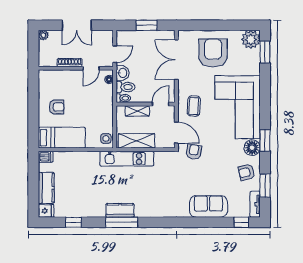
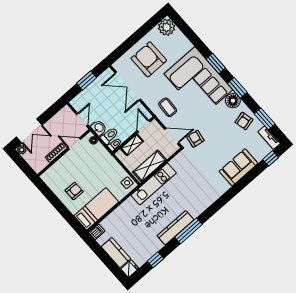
double door: (77, 25) -> (29, 131), moved
window: (265, 52) -> (216, 63), moved
door: (91, 68) -> (74, 144), swing flipped
kitchen counter: (120, 210) -> (175, 228), width x1.50

